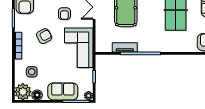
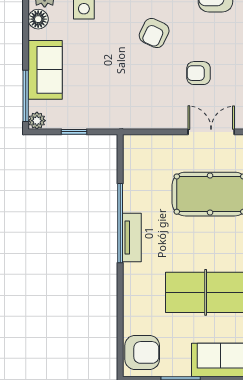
armchair: (44, 36) -> (154, 33), turned 53
tv unit: (125, 47) -> (132, 238), moved
corner sofa: (79, 48) -> (131, 101), removed

